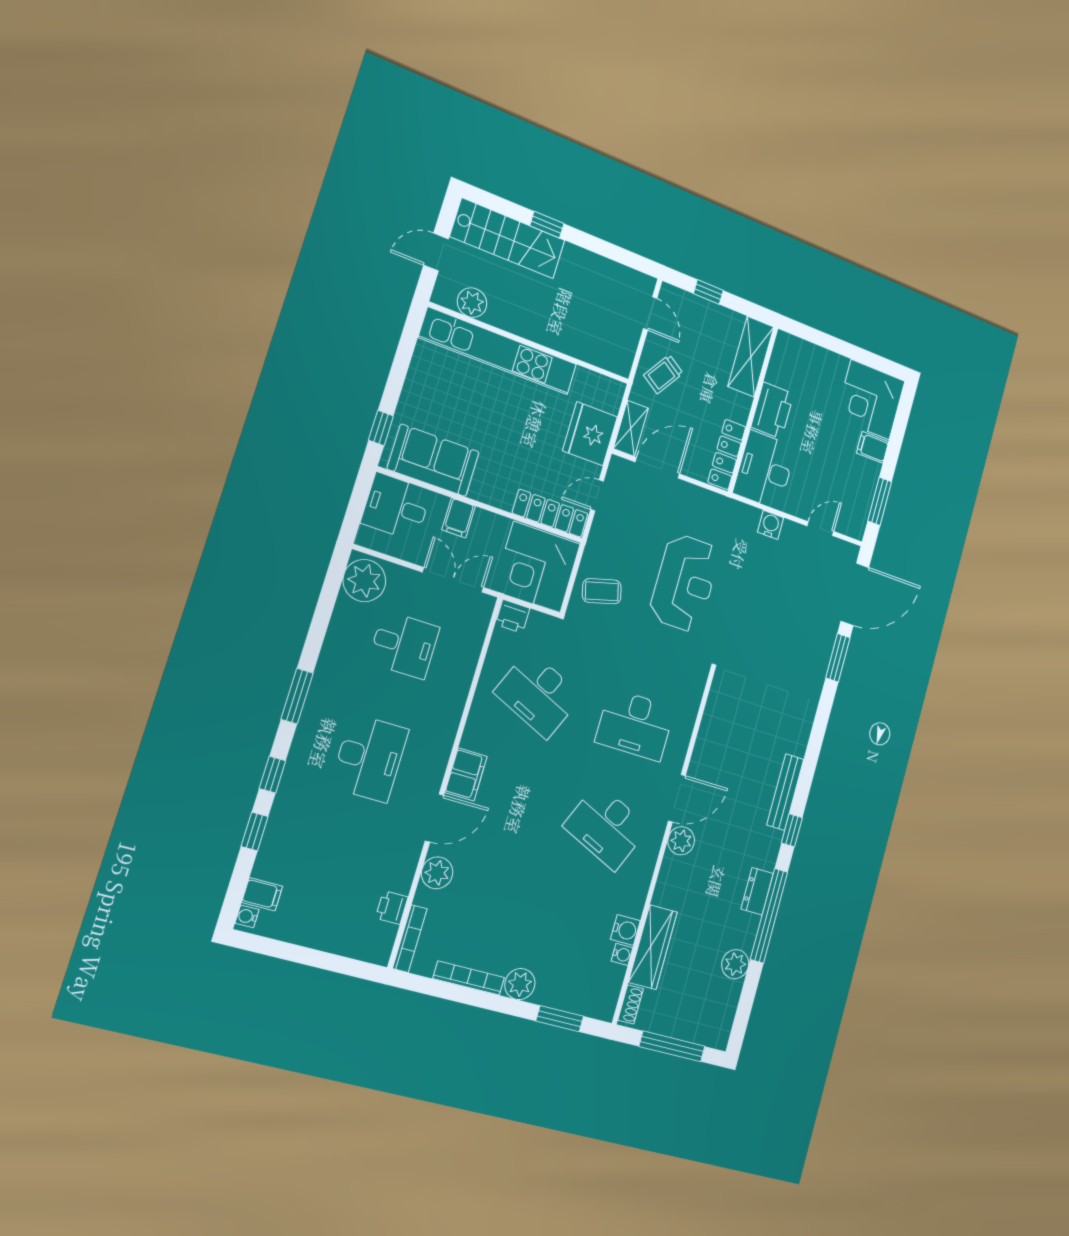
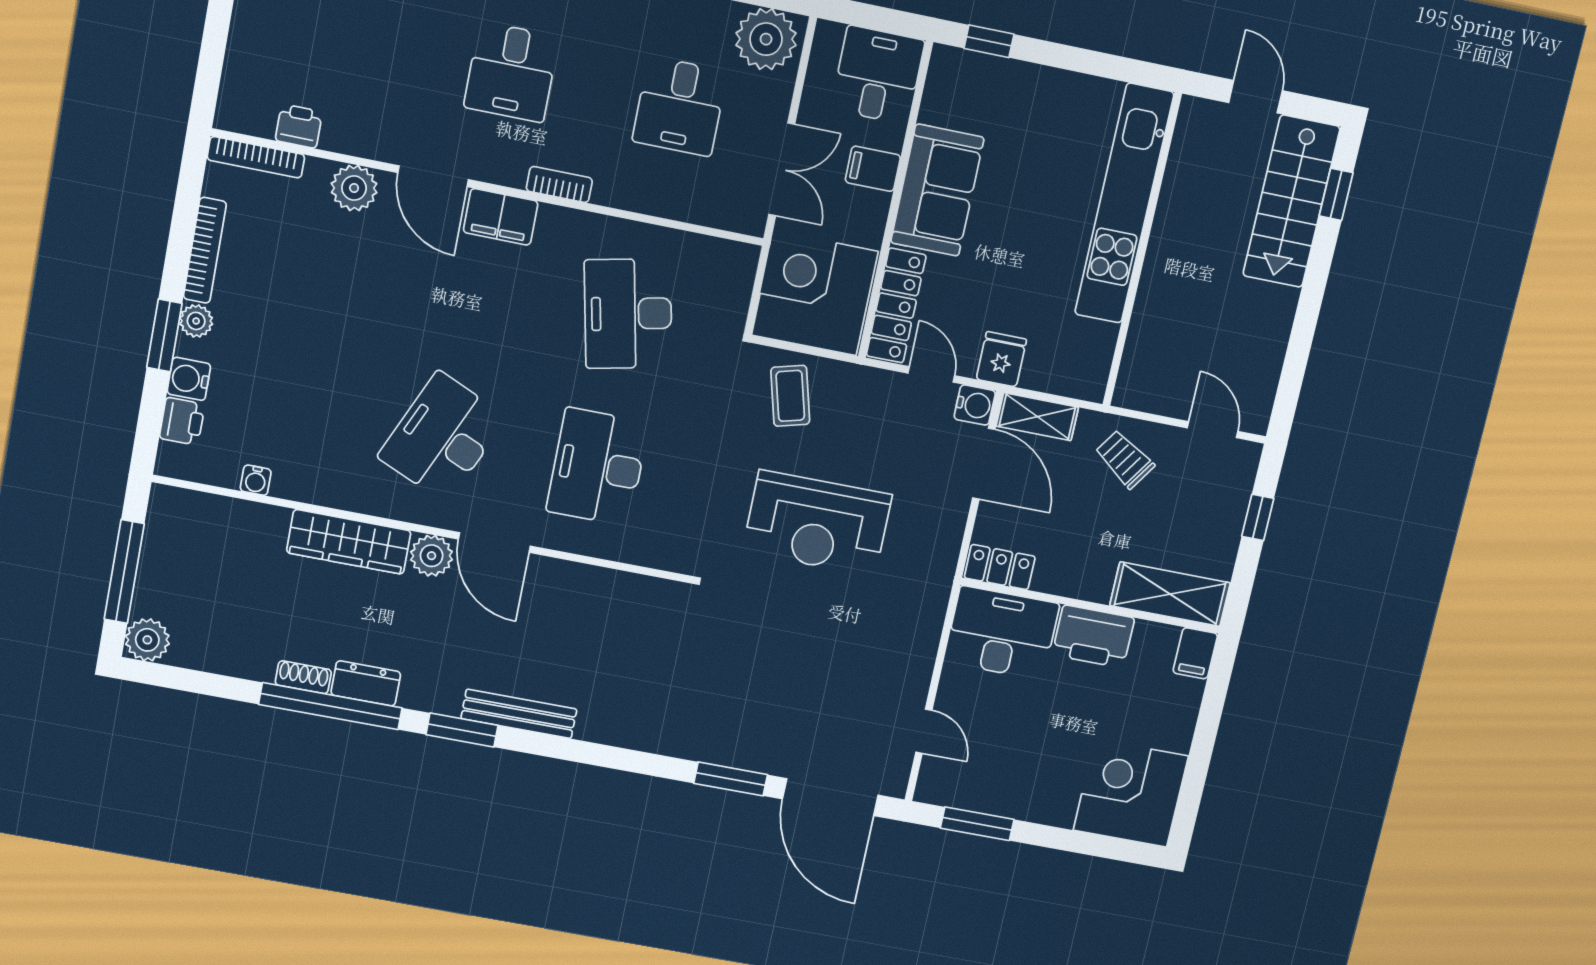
window: (547, 225) -> (1336, 194), moved
plant: (472, 303) -> (1190, 157), removed
door: (650, 313) -> (1212, 430), swing flipped
fridge: (590, 434) -> (1001, 359), width x0.53, depth x0.75
filing cabinet: (873, 447) -> (1195, 653), moved, turned 180
locker: (727, 455) -> (1000, 567), width x0.66
sofa: (433, 460) -> (937, 190), moved
water cooler: (771, 525) -> (975, 405), moved
printer: (513, 616) -> (182, 421), moved, turned 180
desk: (538, 694) -> (628, 314), turned -36
bookcase: (448, 732) -> (559, 184), added
desk: (369, 758) -> (511, 72), width x0.73
window: (792, 830) -> (462, 730), width x1.50
water cooler: (625, 930) -> (189, 379), moved, turned 90
wardrobe: (653, 947) -> (349, 542), moved
plant: (735, 964) -> (147, 640), moved
plant: (520, 984) -> (196, 321), width x0.73, depth x0.73
shoe rack: (631, 1004) -> (303, 677), moved, turned 180
window: (560, 1019) -> (164, 336), moved

